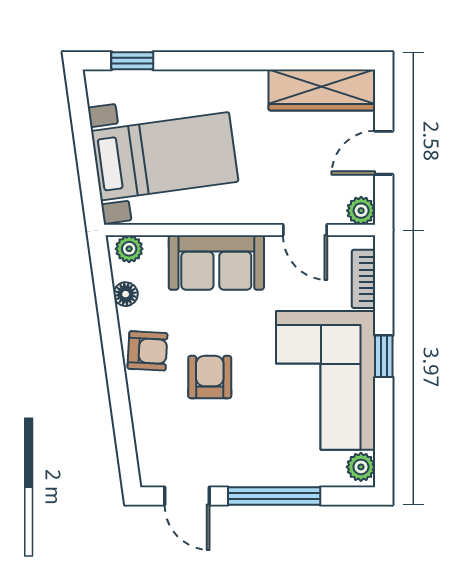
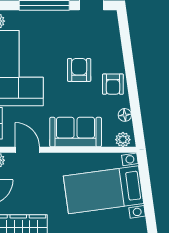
armchair: (147, 351) -> (113, 84), turned -93
armchair: (210, 377) -> (79, 70), turned 180

